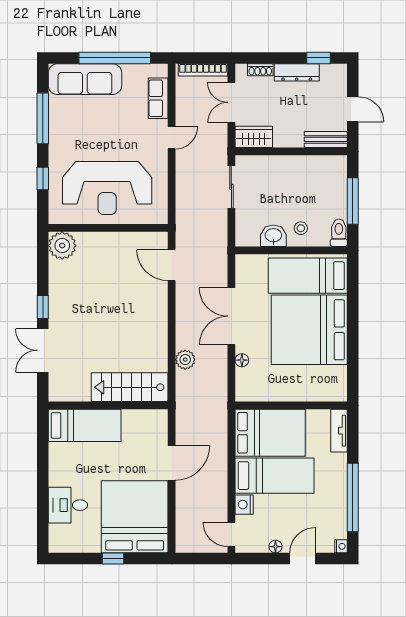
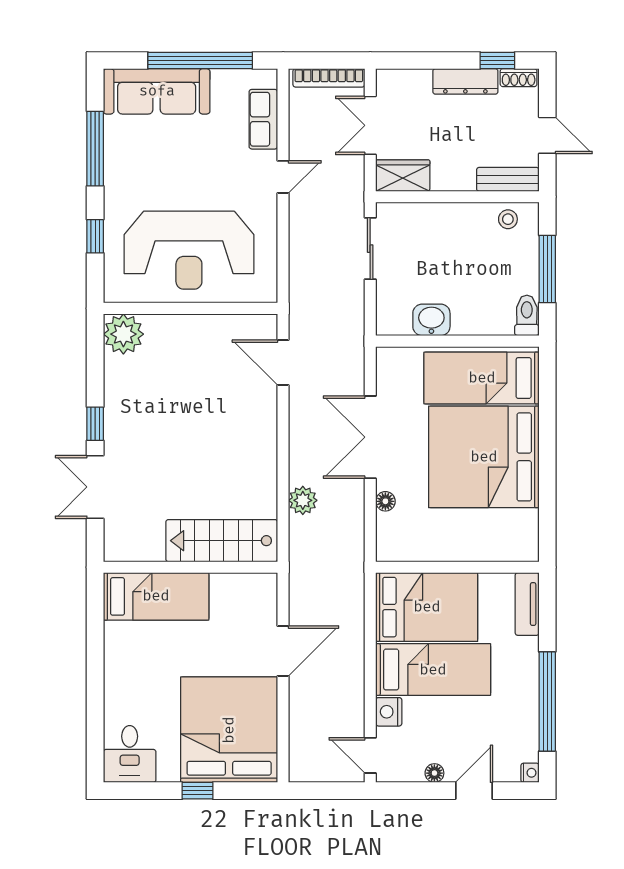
shoe rack: (260, 70) -> (519, 78), moved
stool: (301, 228) -> (508, 219), moved
desk: (68, 505) -> (130, 754), moved, turned -90

